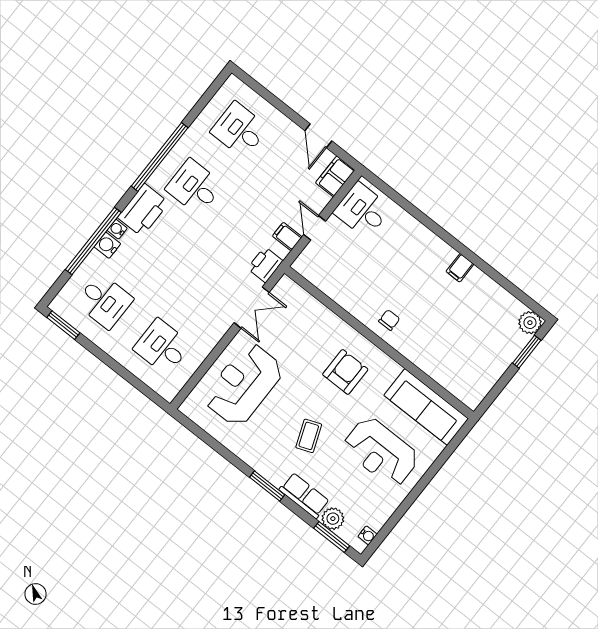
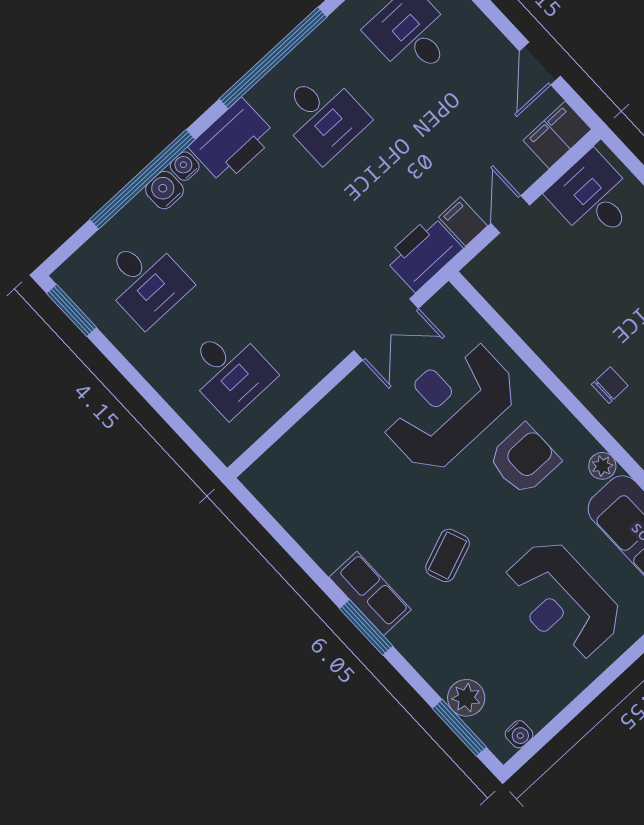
desk: (194, 187) -> (323, 116), turned 180
printer: (265, 265) -> (423, 253), width x1.37, depth x1.19
desk: (162, 347) -> (229, 371), turned 180
plant: (392, 369) -> (602, 466), added
reception desk: (244, 384) -> (449, 406), moved
row of seats: (304, 496) -> (370, 593), moved

